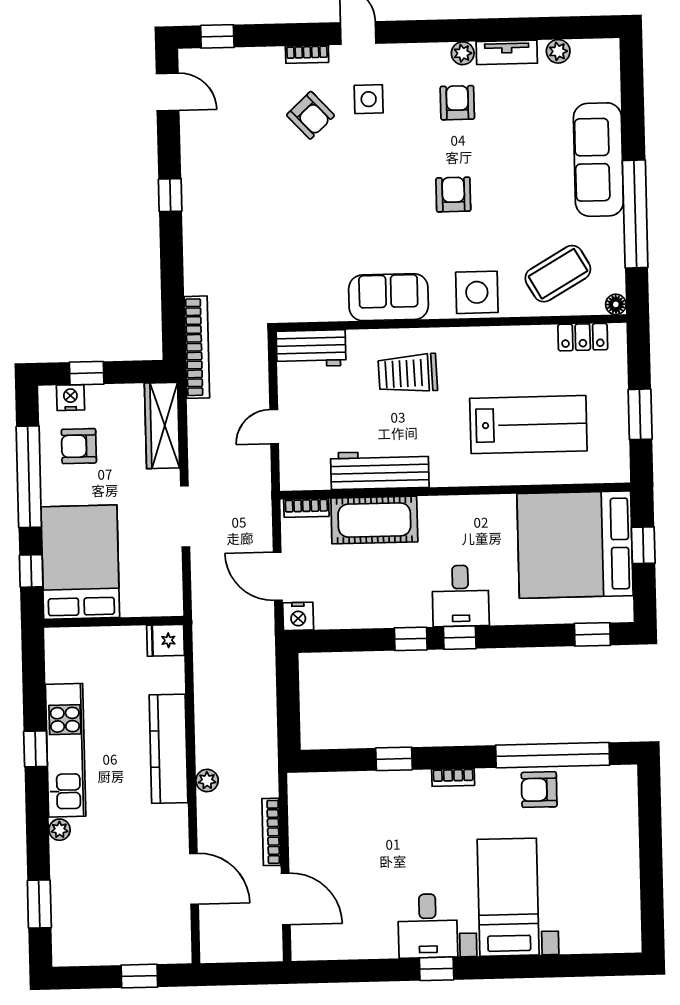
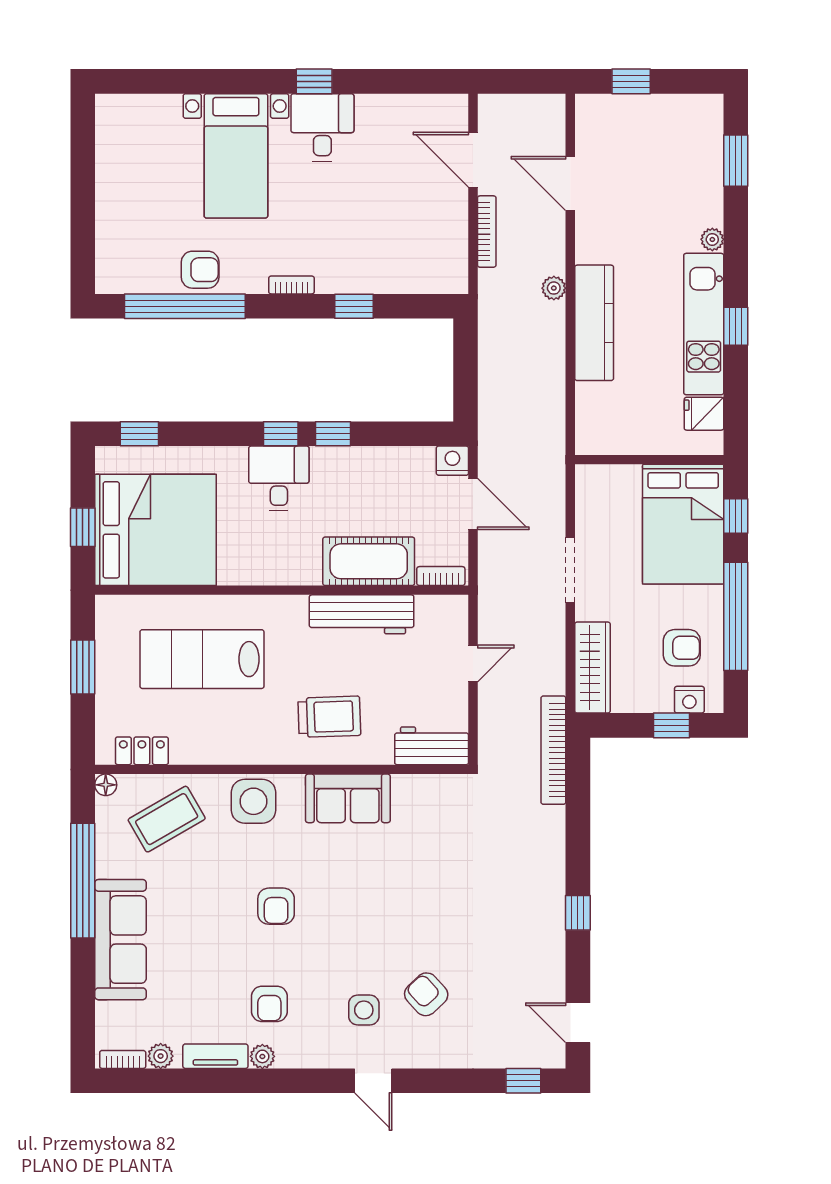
bookcase: (307, 54) -> (123, 1059), moved
fridge: (165, 640) -> (704, 414), moved, turned 180

